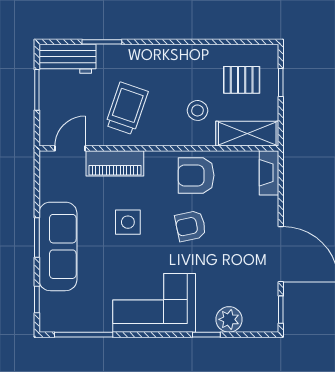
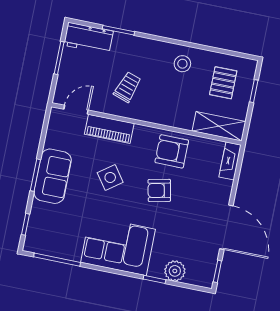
pallet: (242, 80) -> (223, 83), turned 90
trolley: (127, 108) -> (127, 87), width x0.73, depth x0.72
stool: (198, 110) -> (182, 64), moved
side table: (128, 222) -> (110, 177), turned -36
sofa: (58, 246) -> (53, 176), width x0.73

